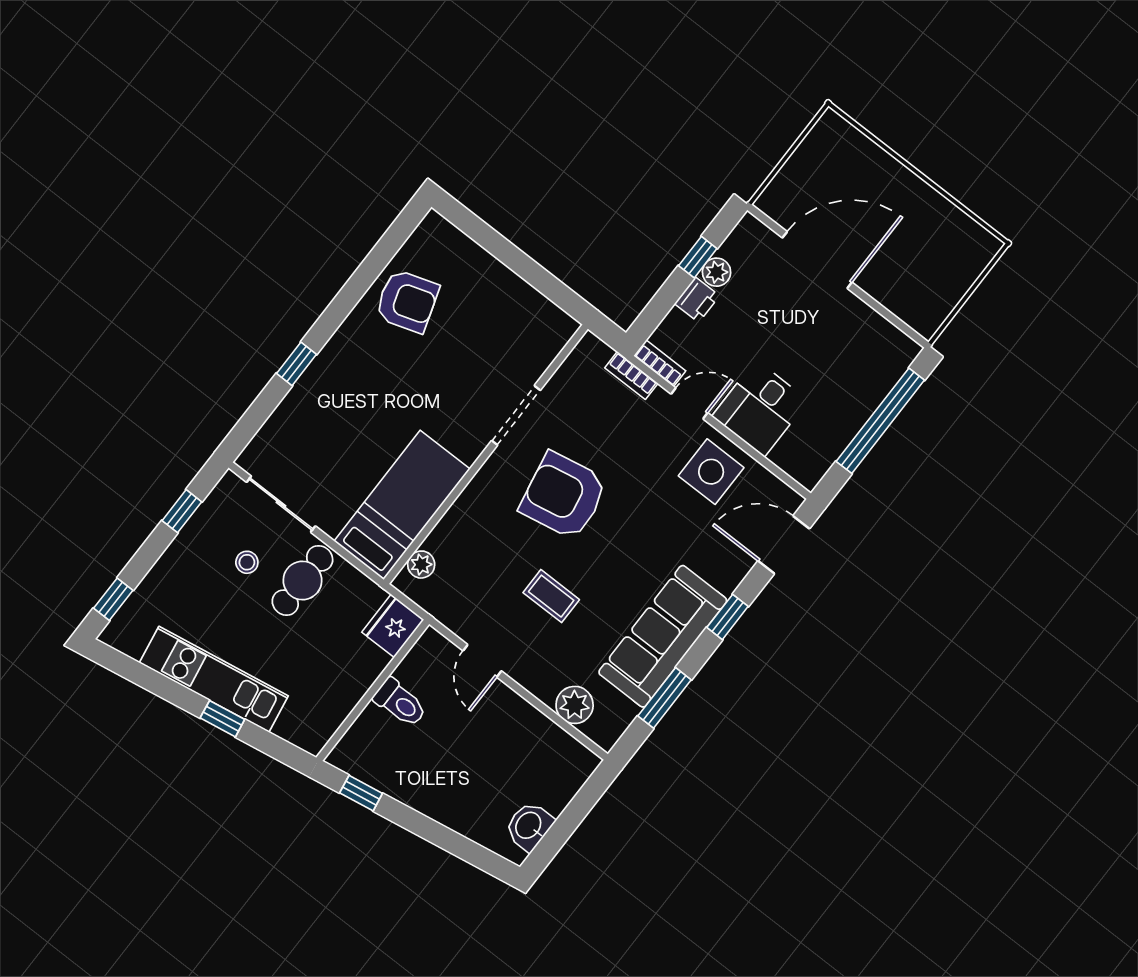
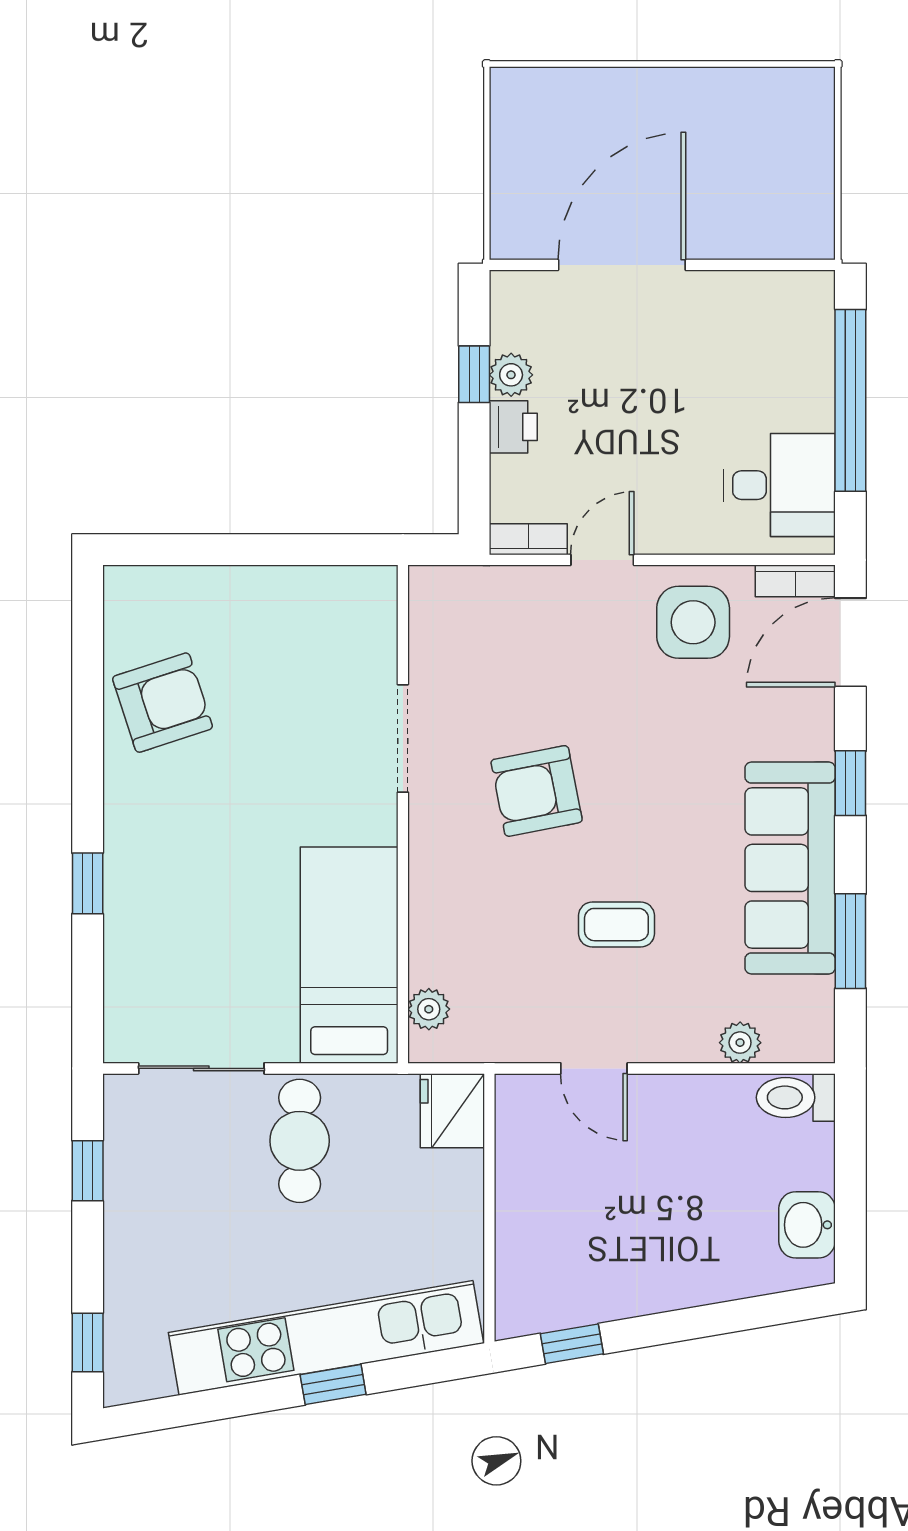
bookcase: (631, 376) -> (795, 581), moved
desk: (760, 408) -> (780, 485), moved, turned -90
armchair: (564, 496) -> (537, 791), width x0.73, depth x0.73
stool: (247, 562) -> (215, 1171), removed
kitchen unit: (214, 679) -> (326, 1338), width x1.36
toilet: (400, 703) -> (796, 1097), moved, turned 180
plant: (575, 705) -> (740, 1043), width x0.73, depth x0.73

